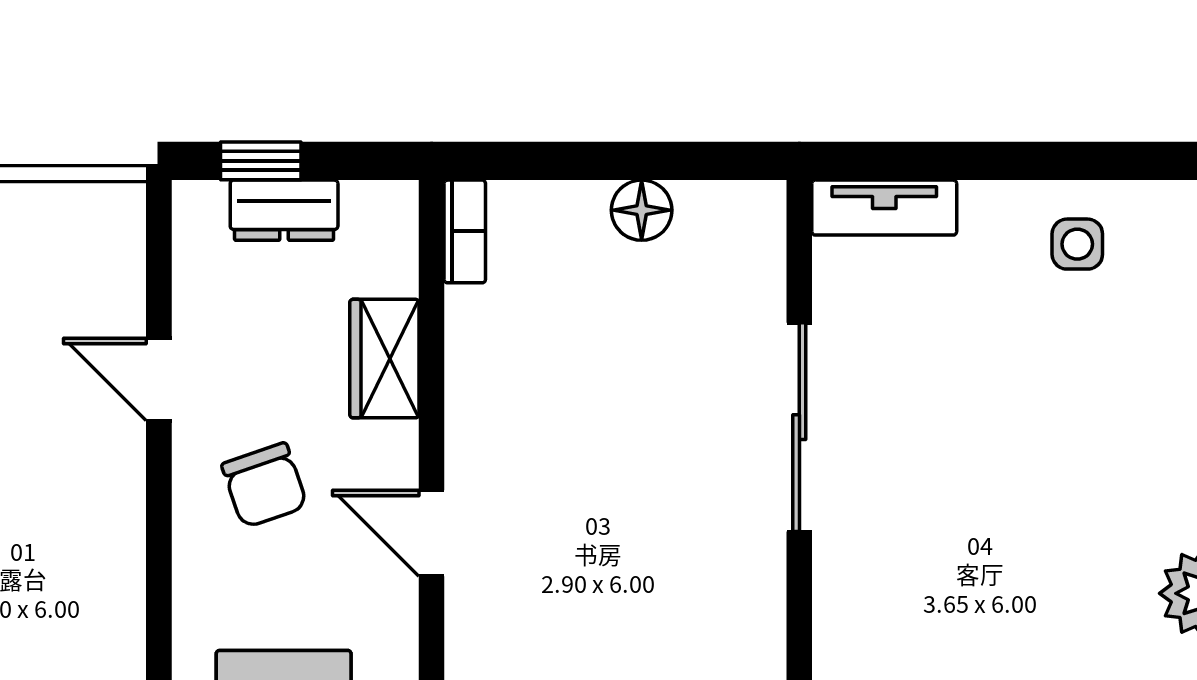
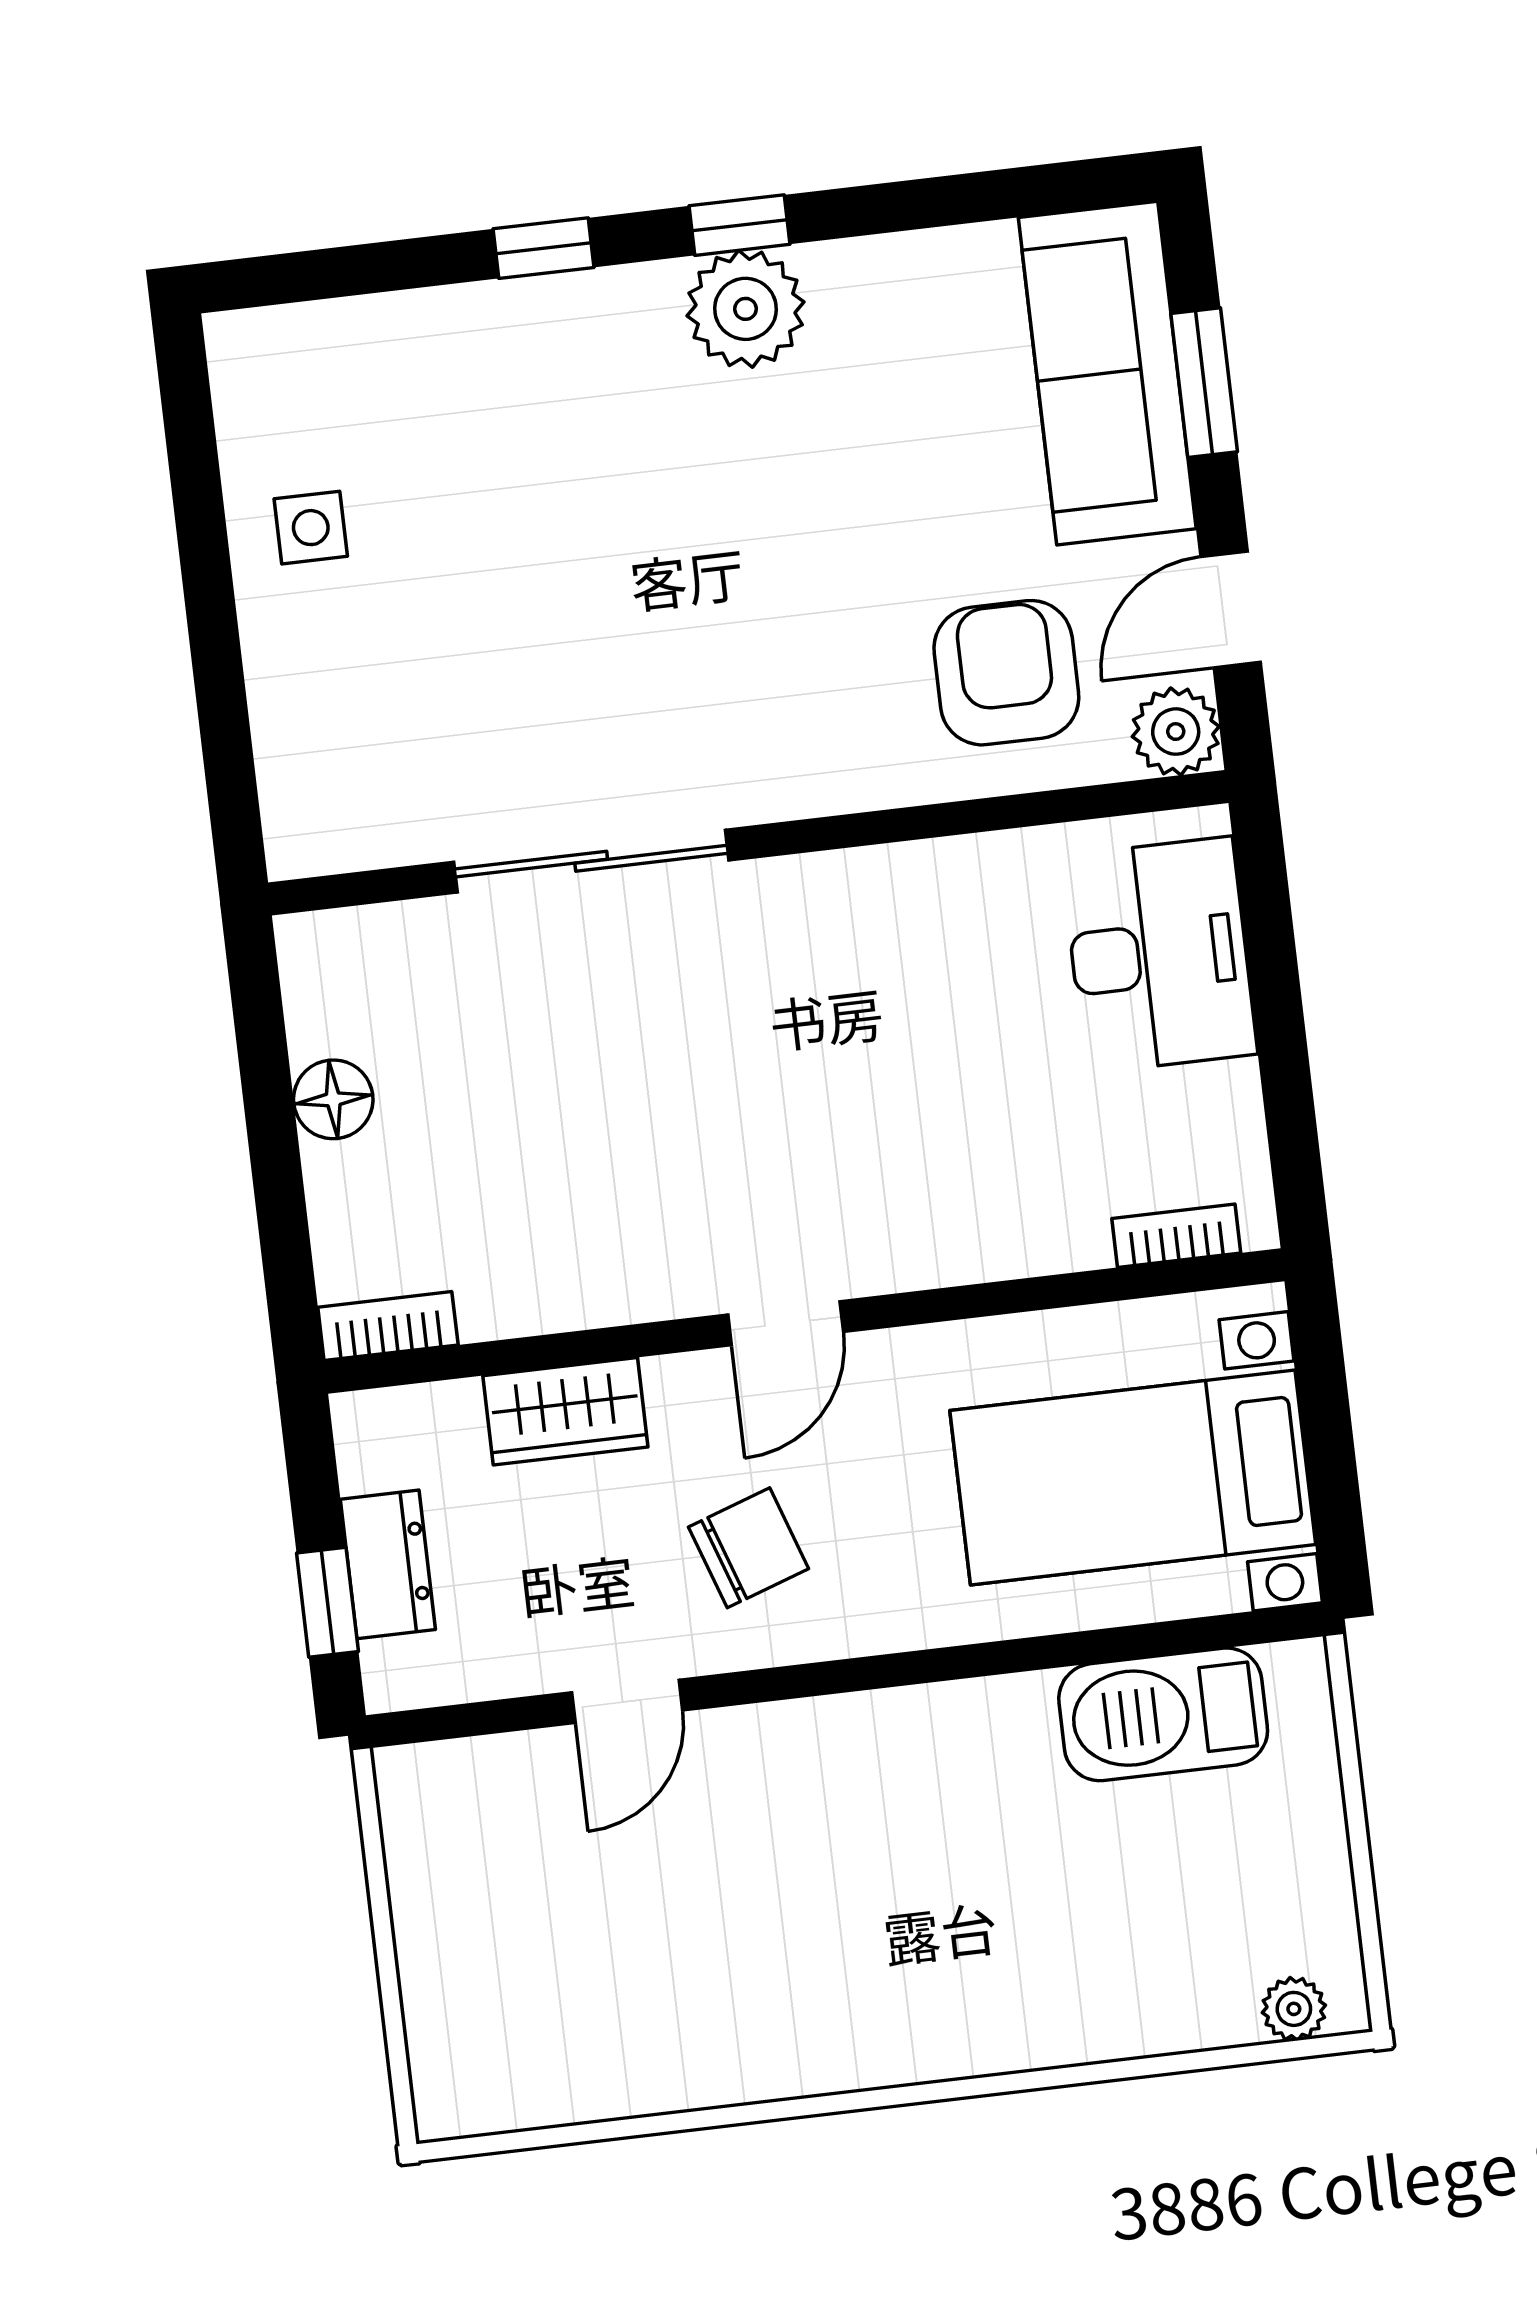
tv unit: (884, 208) -> (293, 784), removed

